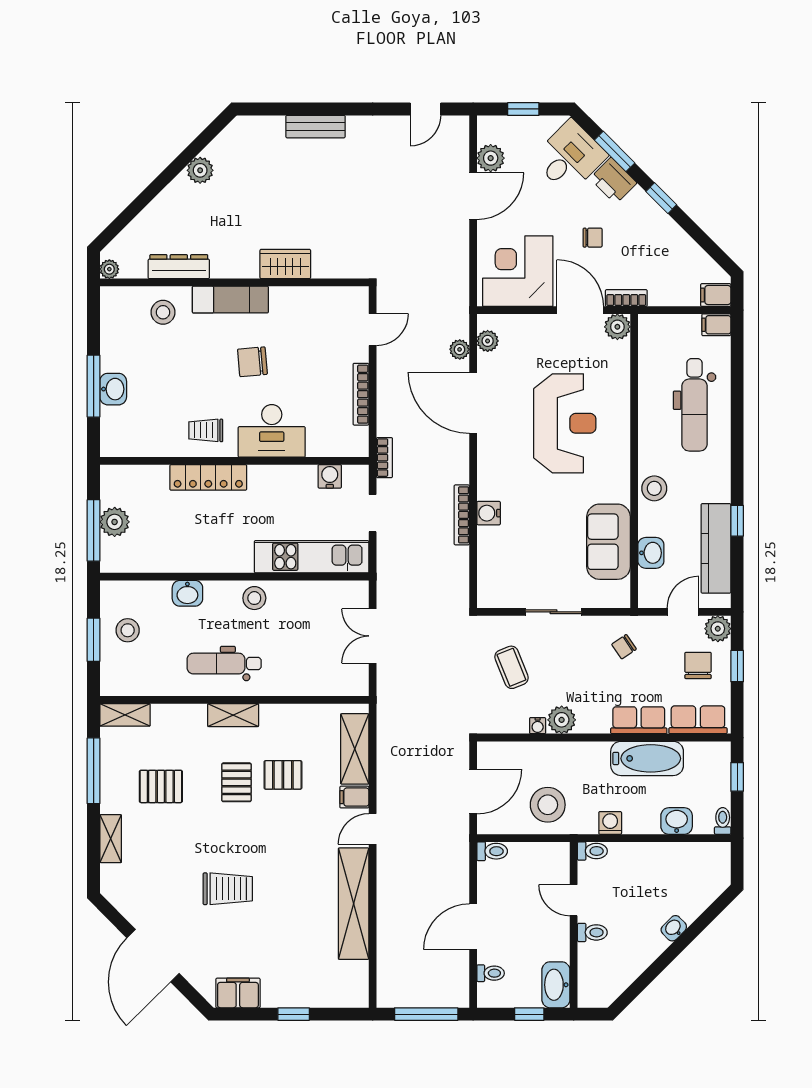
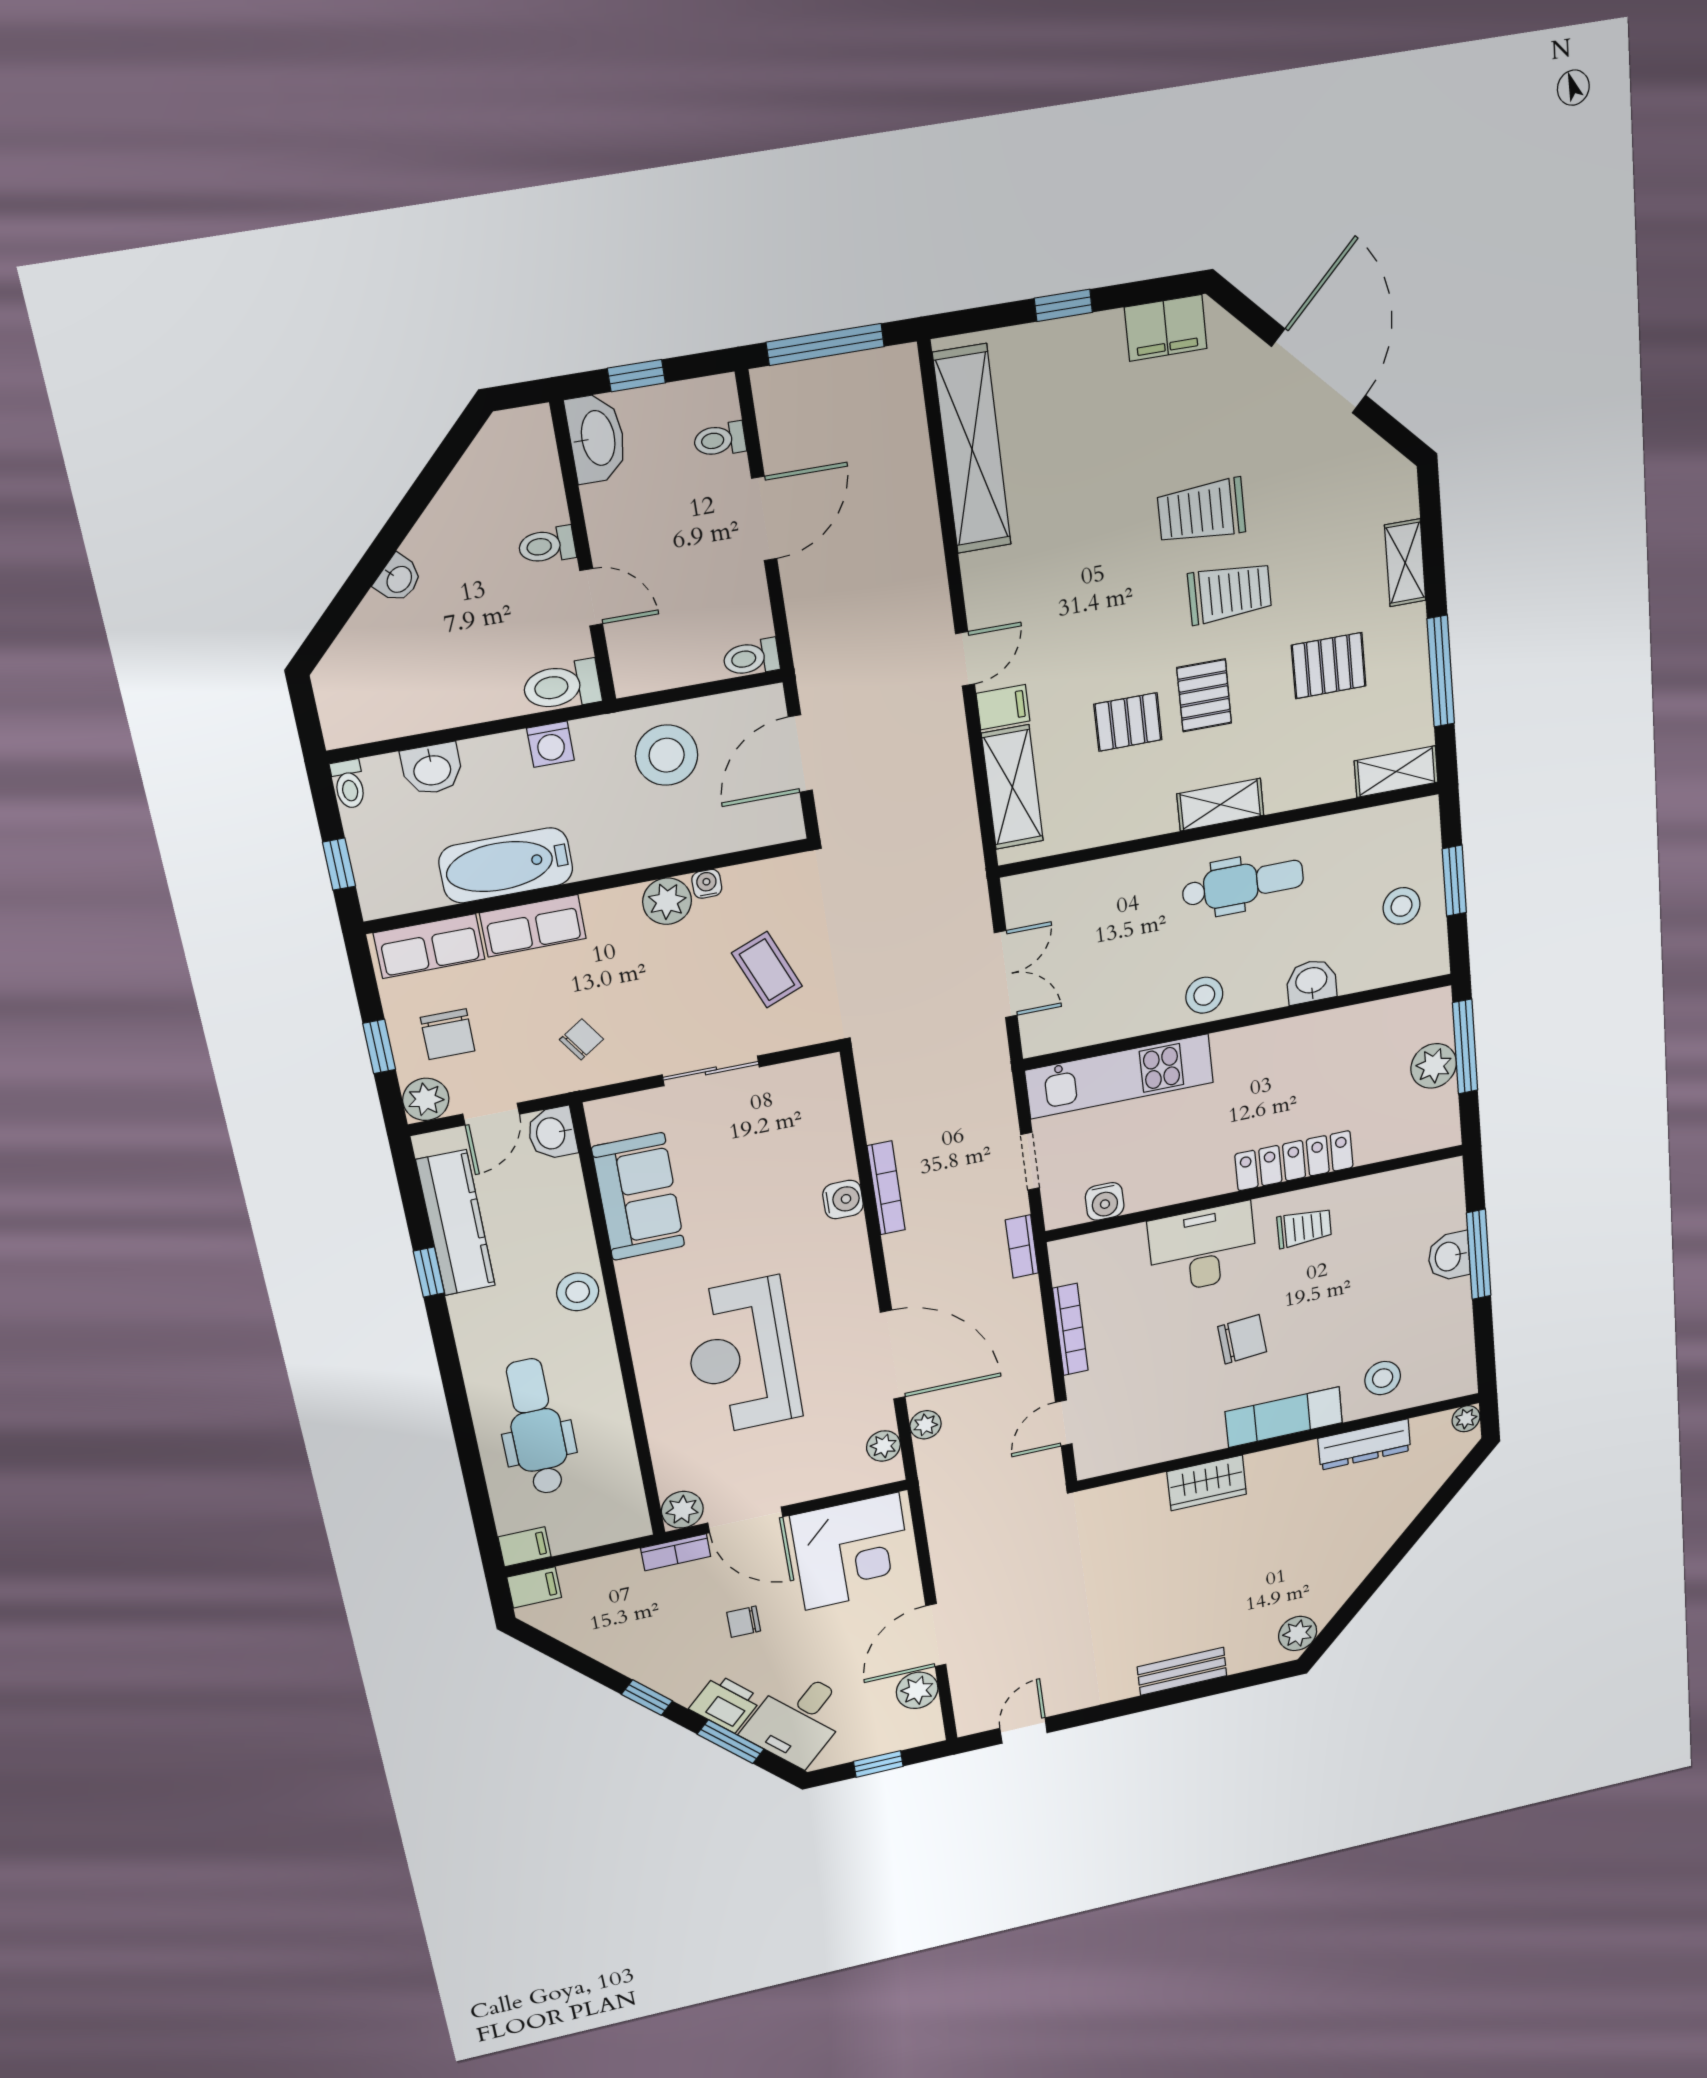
plant: (200, 170) -> (1298, 1633), moved
washbasin: (651, 553) -> (552, 1133), moved
trolley: (216, 840) -> (1230, 593), added
toilet: (592, 851) -> (562, 686), width x1.37, depth x1.39
shelving: (354, 904) -> (972, 449), moved

